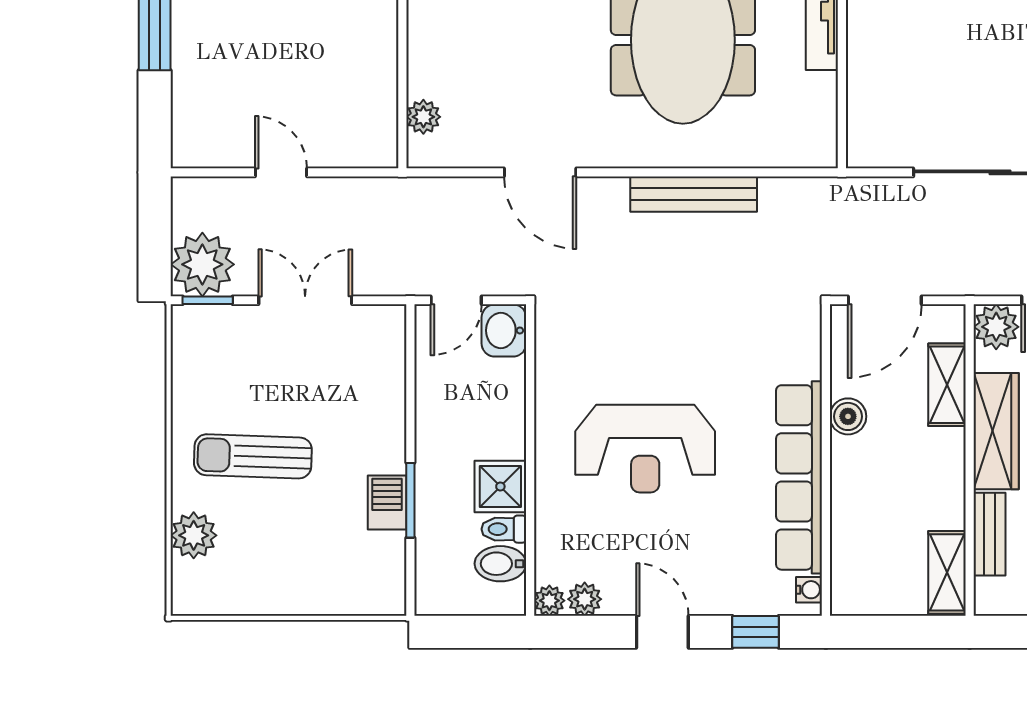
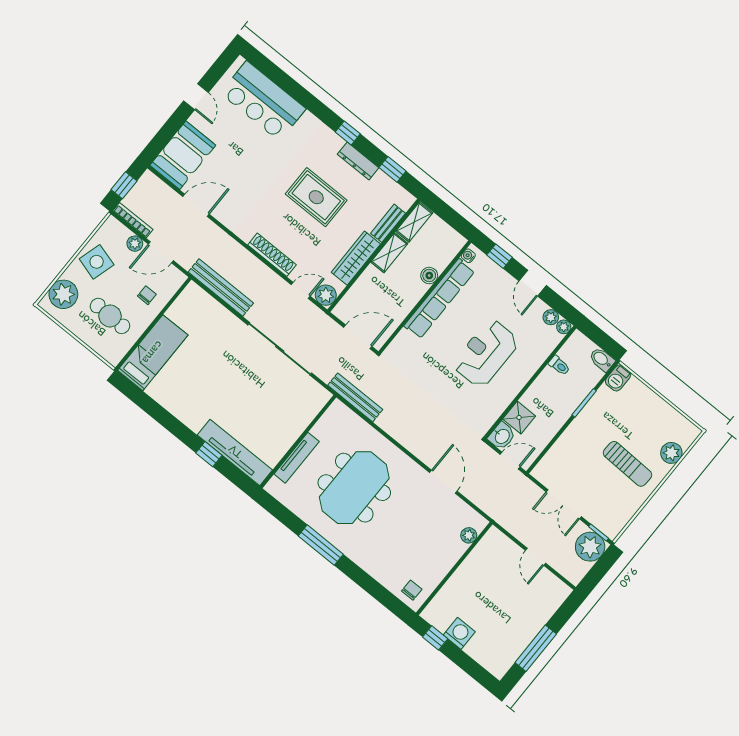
bench: (694, 194) -> (355, 397), moved
shelving: (947, 385) -> (389, 253), moved
boiler: (848, 416) -> (429, 276), moved
reception desk: (645, 449) -> (486, 353), turned -90
shower: (500, 486) -> (519, 417), moved
barbecue: (387, 502) -> (618, 378), moved
bidet: (500, 564) -> (602, 359), moved, turned 180

